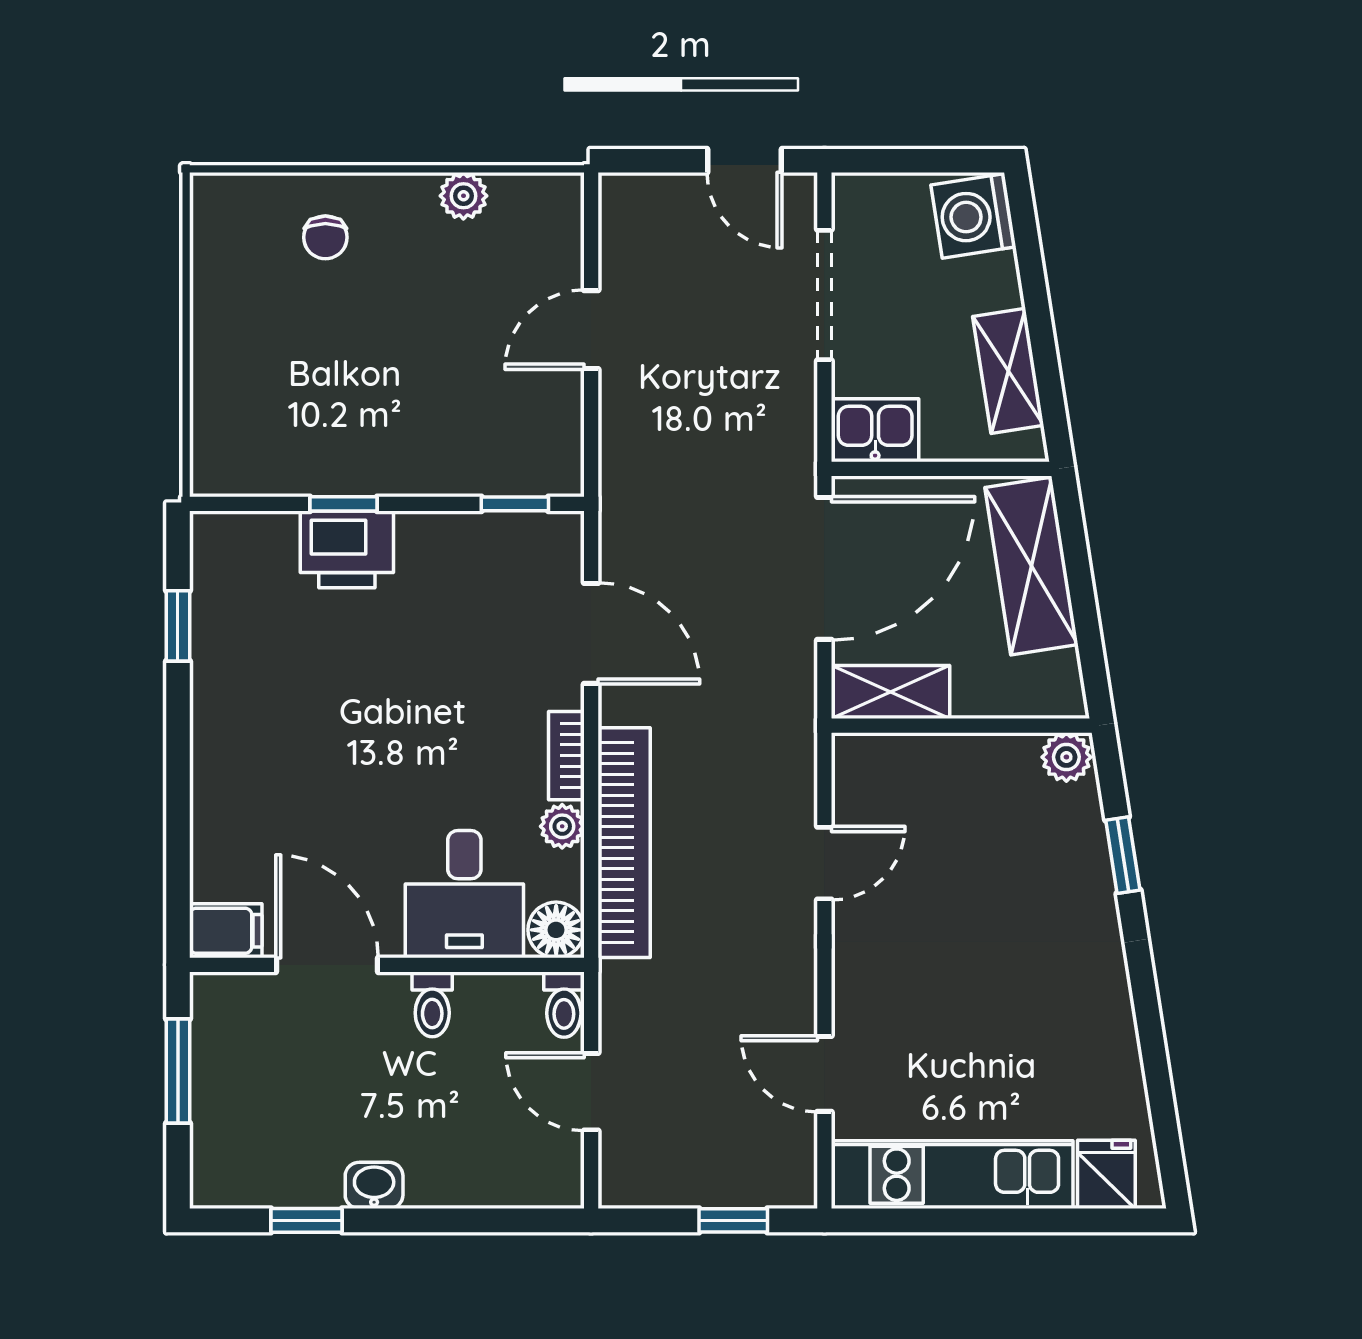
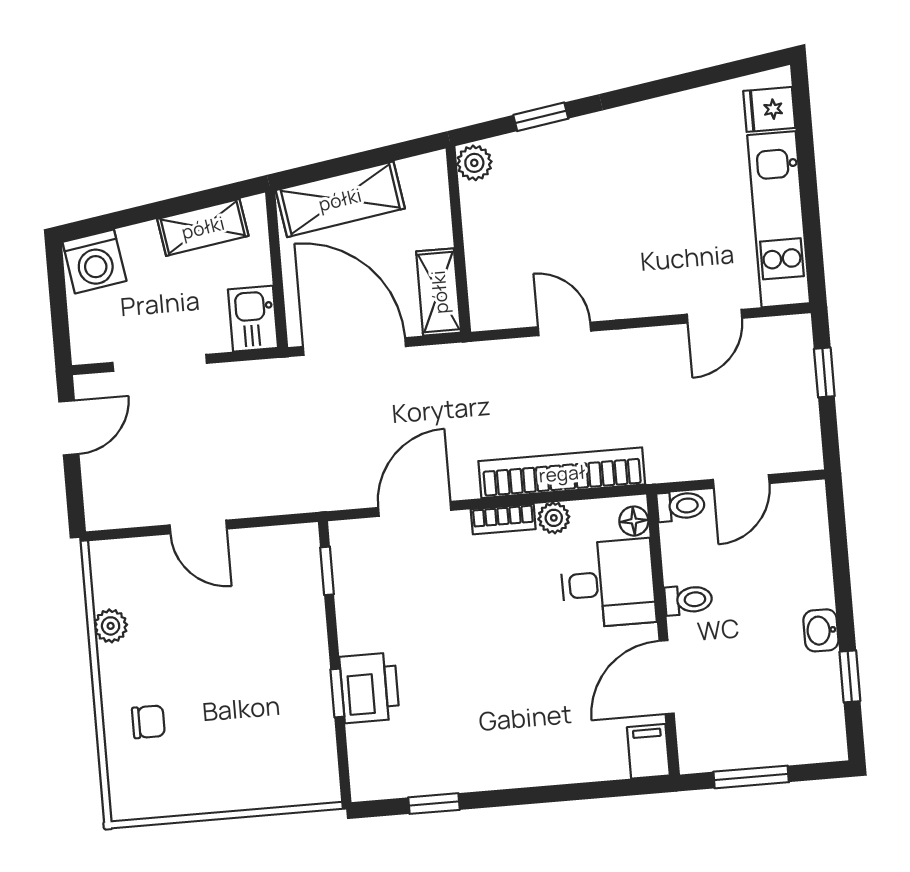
floor lamp: (556, 930) -> (634, 521), width x0.73, depth x0.73

